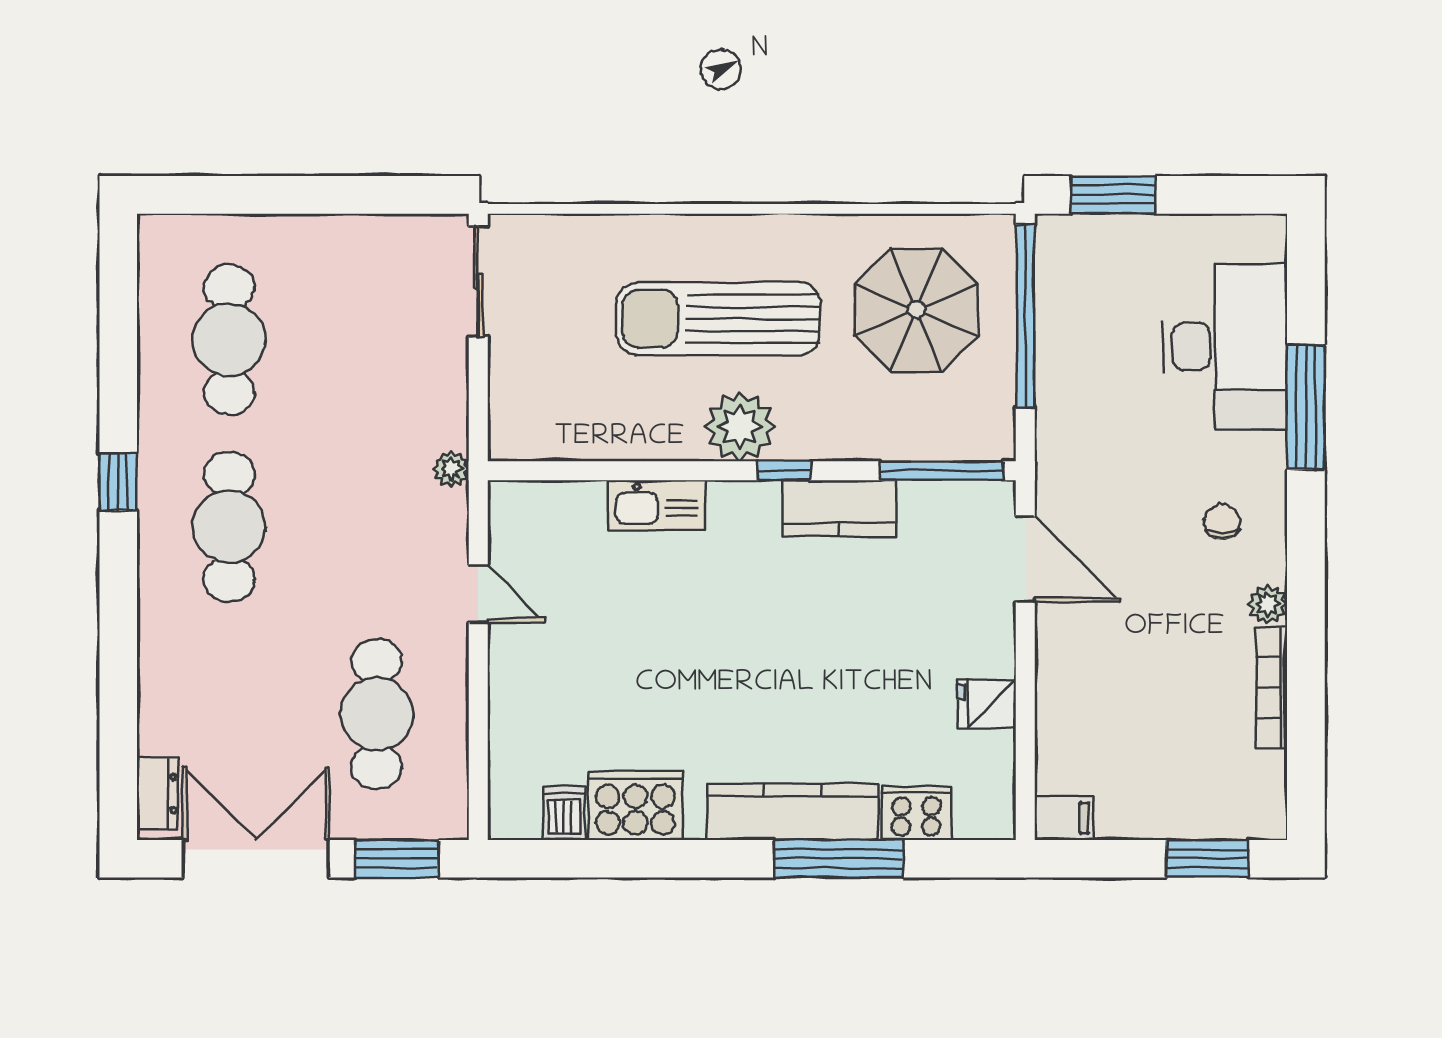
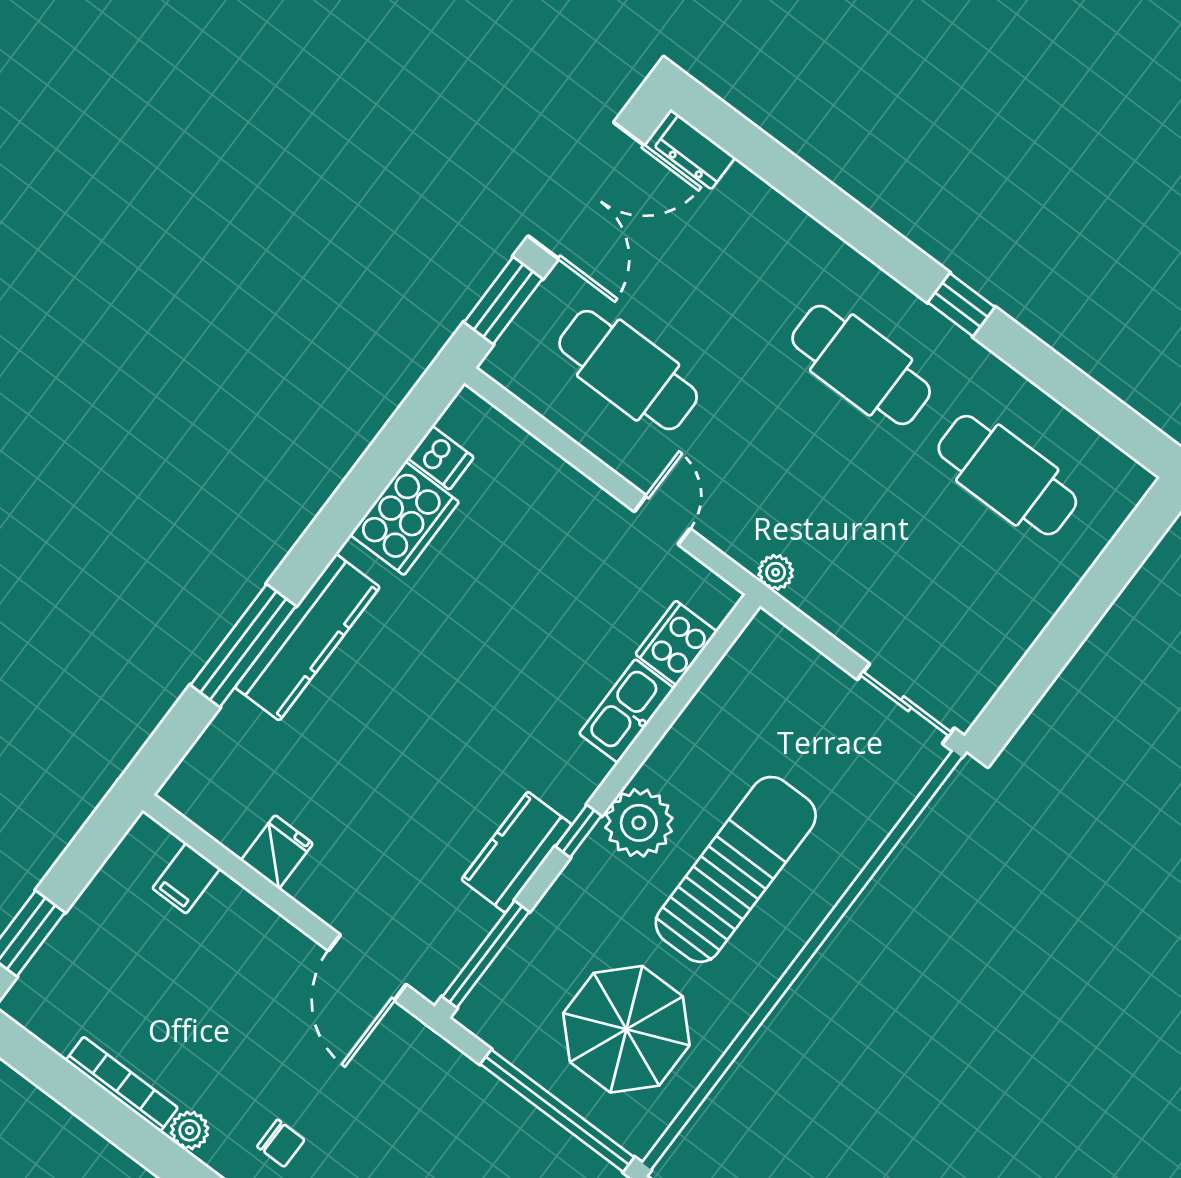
door: (1025, 559) -> (367, 968), hinge flipped
door: (478, 594) -> (662, 520), swing flipped
cooker: (916, 813) -> (676, 643), moved, turned 180
filing cabinet: (1064, 818) -> (186, 878), moved

